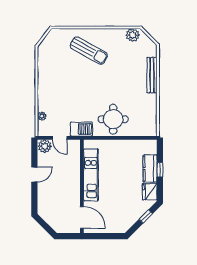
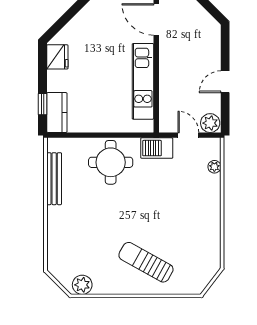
bench: (152, 75) -> (54, 179), moved
kitchen counter: (150, 169) -> (57, 113), moved
window: (160, 170) -> (42, 104), moved
window: (146, 216) -> (63, 21), removed

